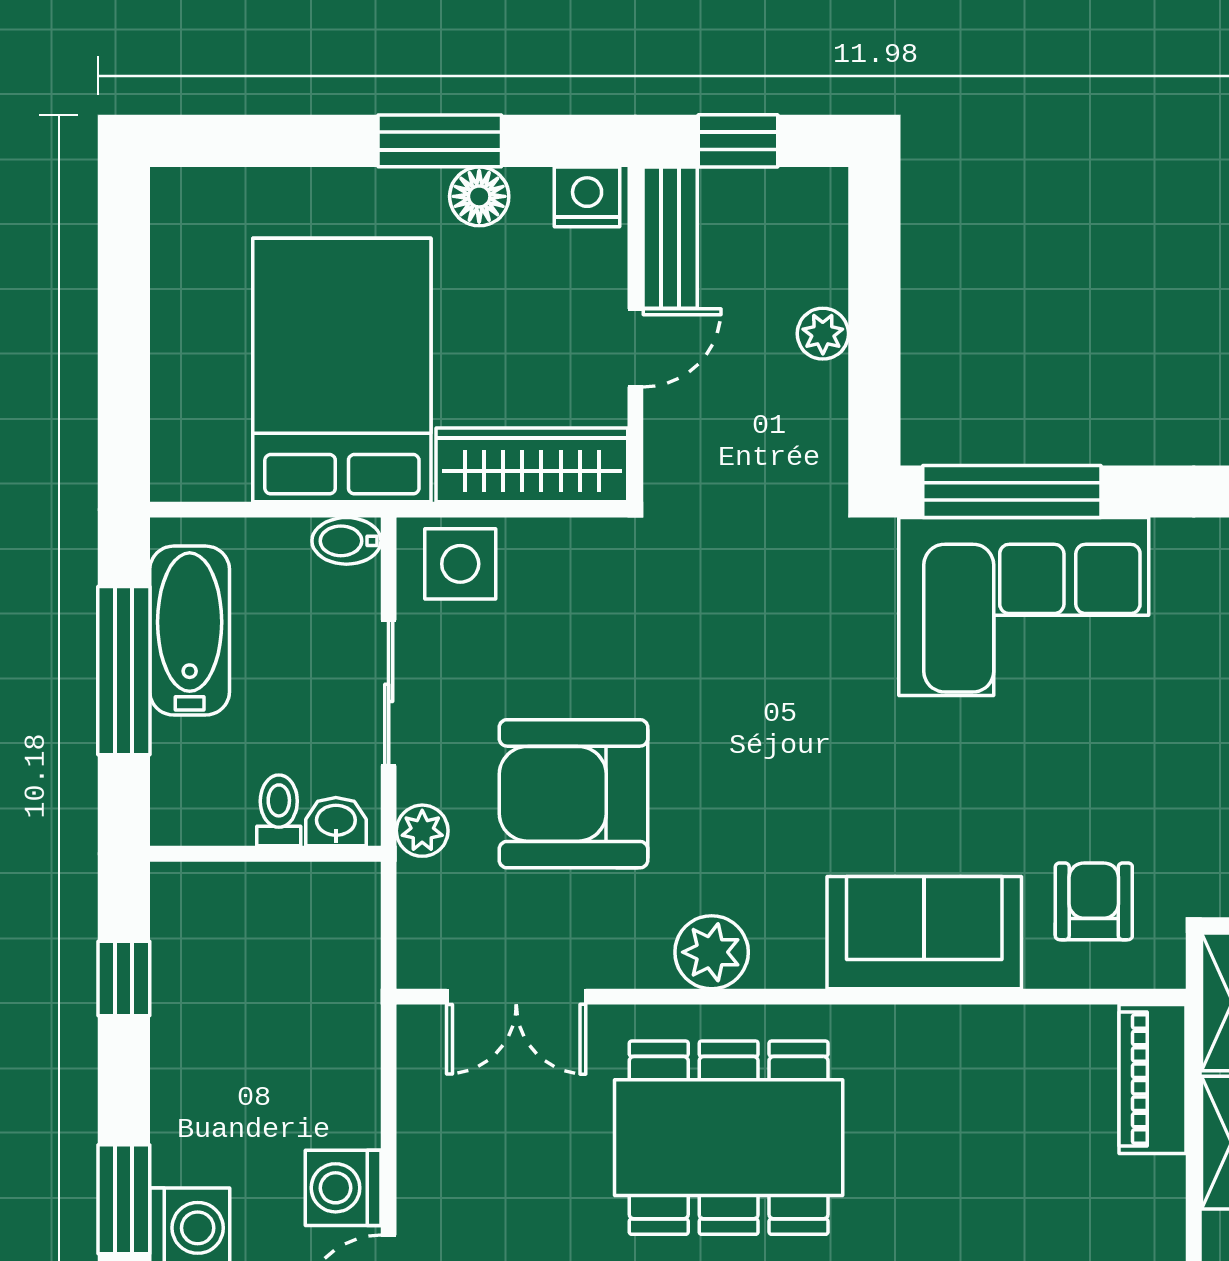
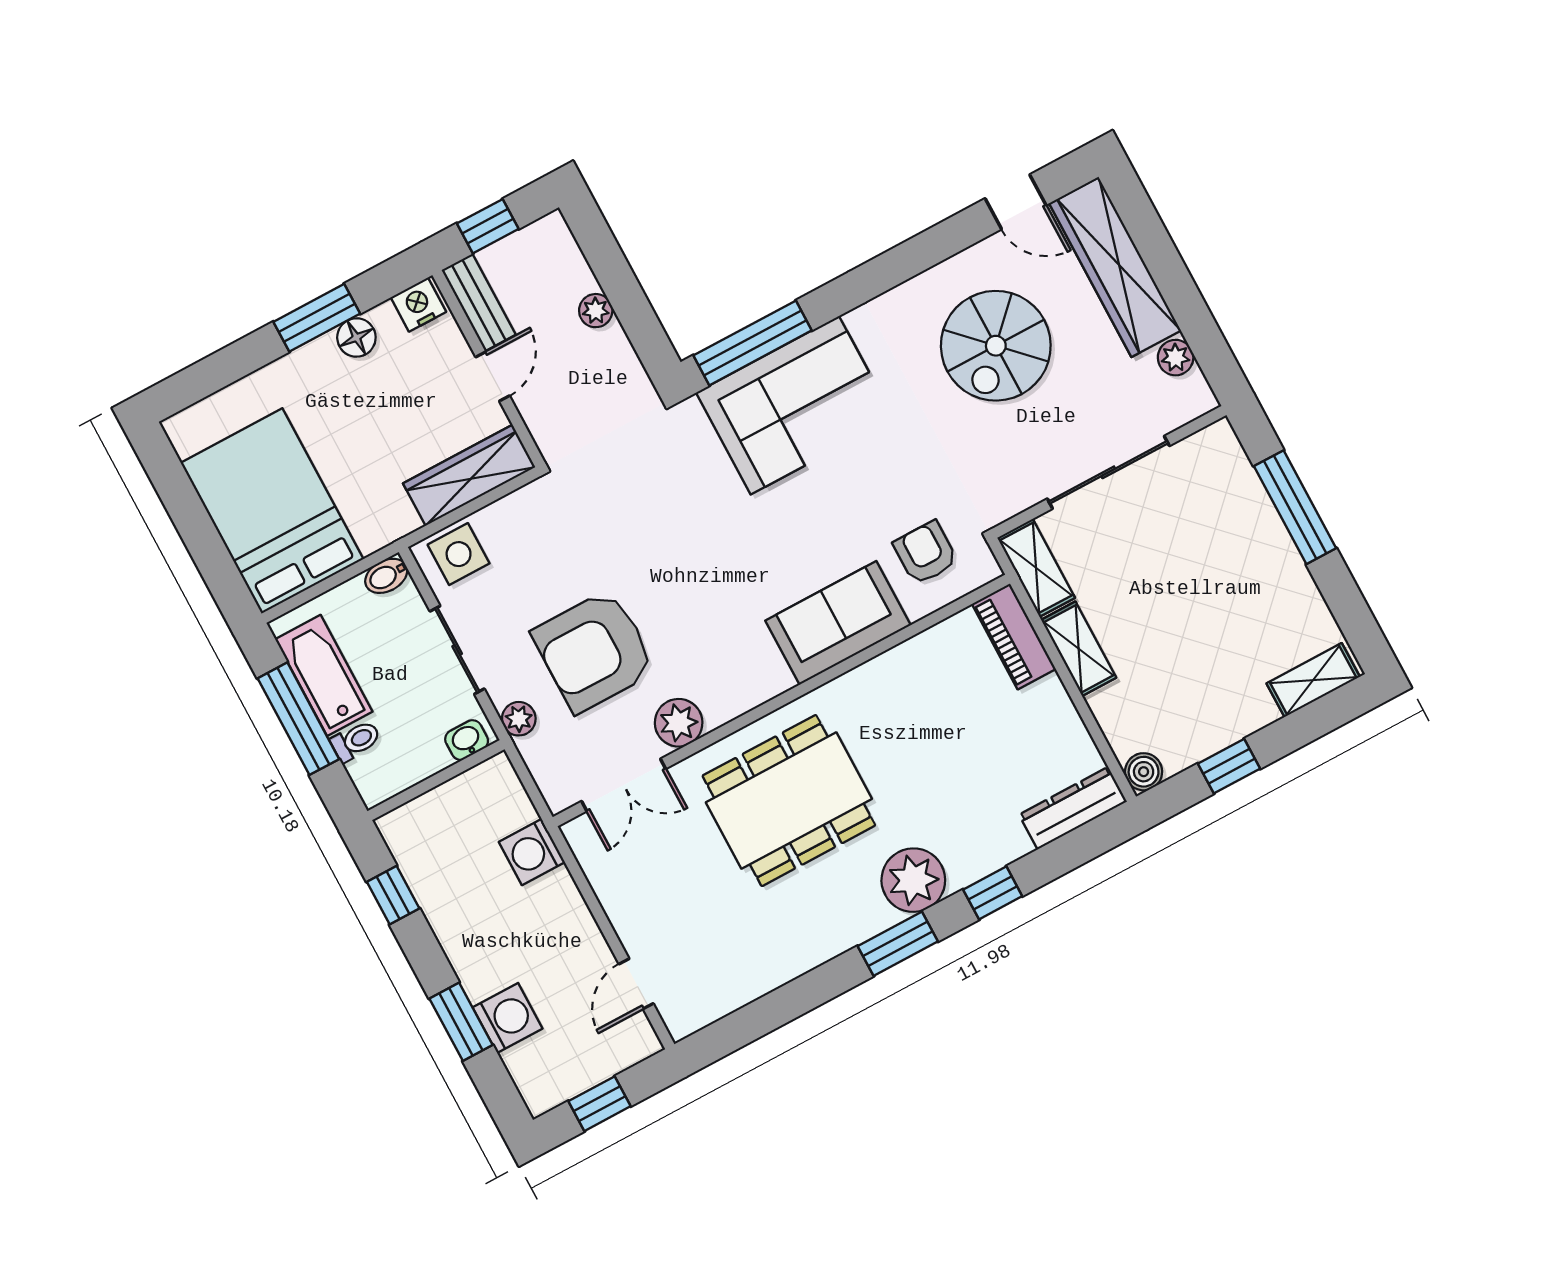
bed: (342, 370) -> (272, 511), moved
toilet: (279, 810) -> (356, 741), moved, turned 90
plant: (712, 952) -> (679, 723), moved
washing machine: (343, 1188) -> (532, 852), moved

